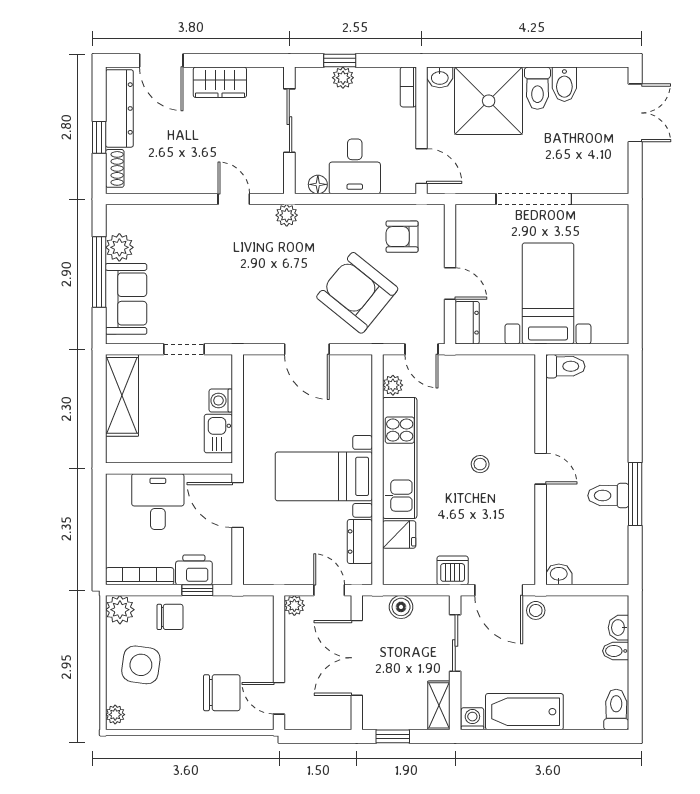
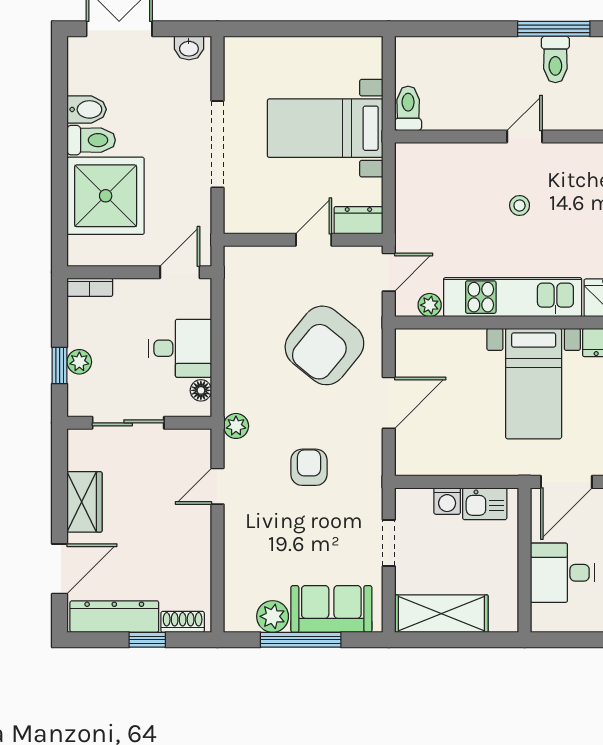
washbasin: (440, 77) -> (189, 48), moved, turned 90
armchair: (402, 237) -> (309, 467), moved, turned 180

